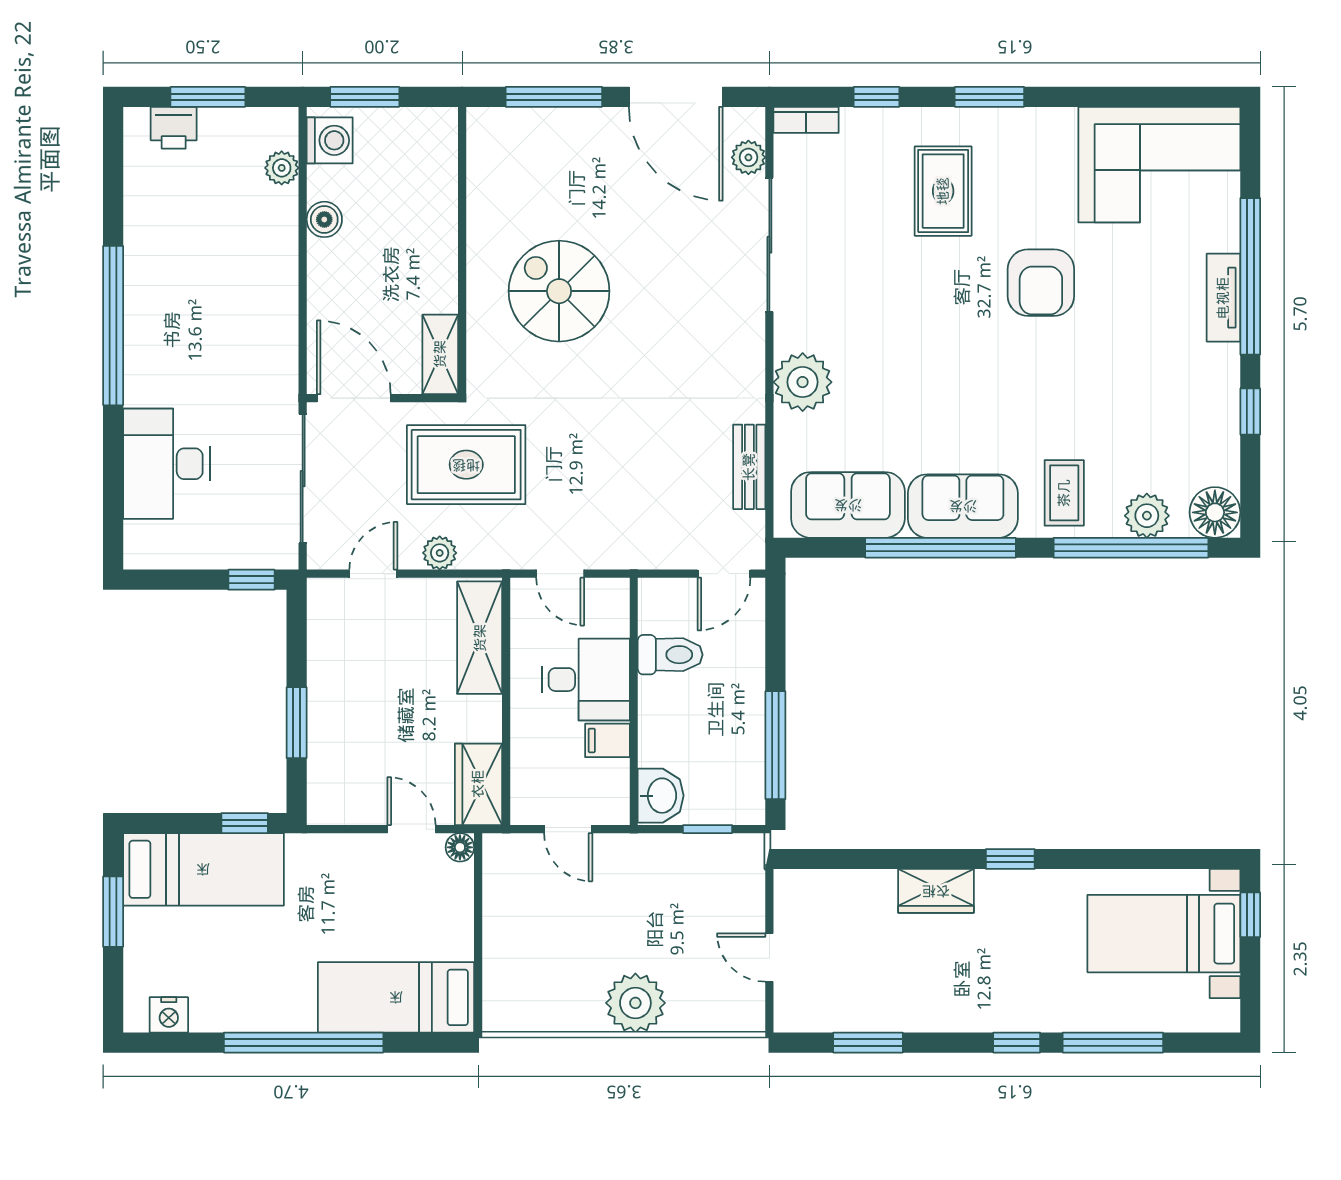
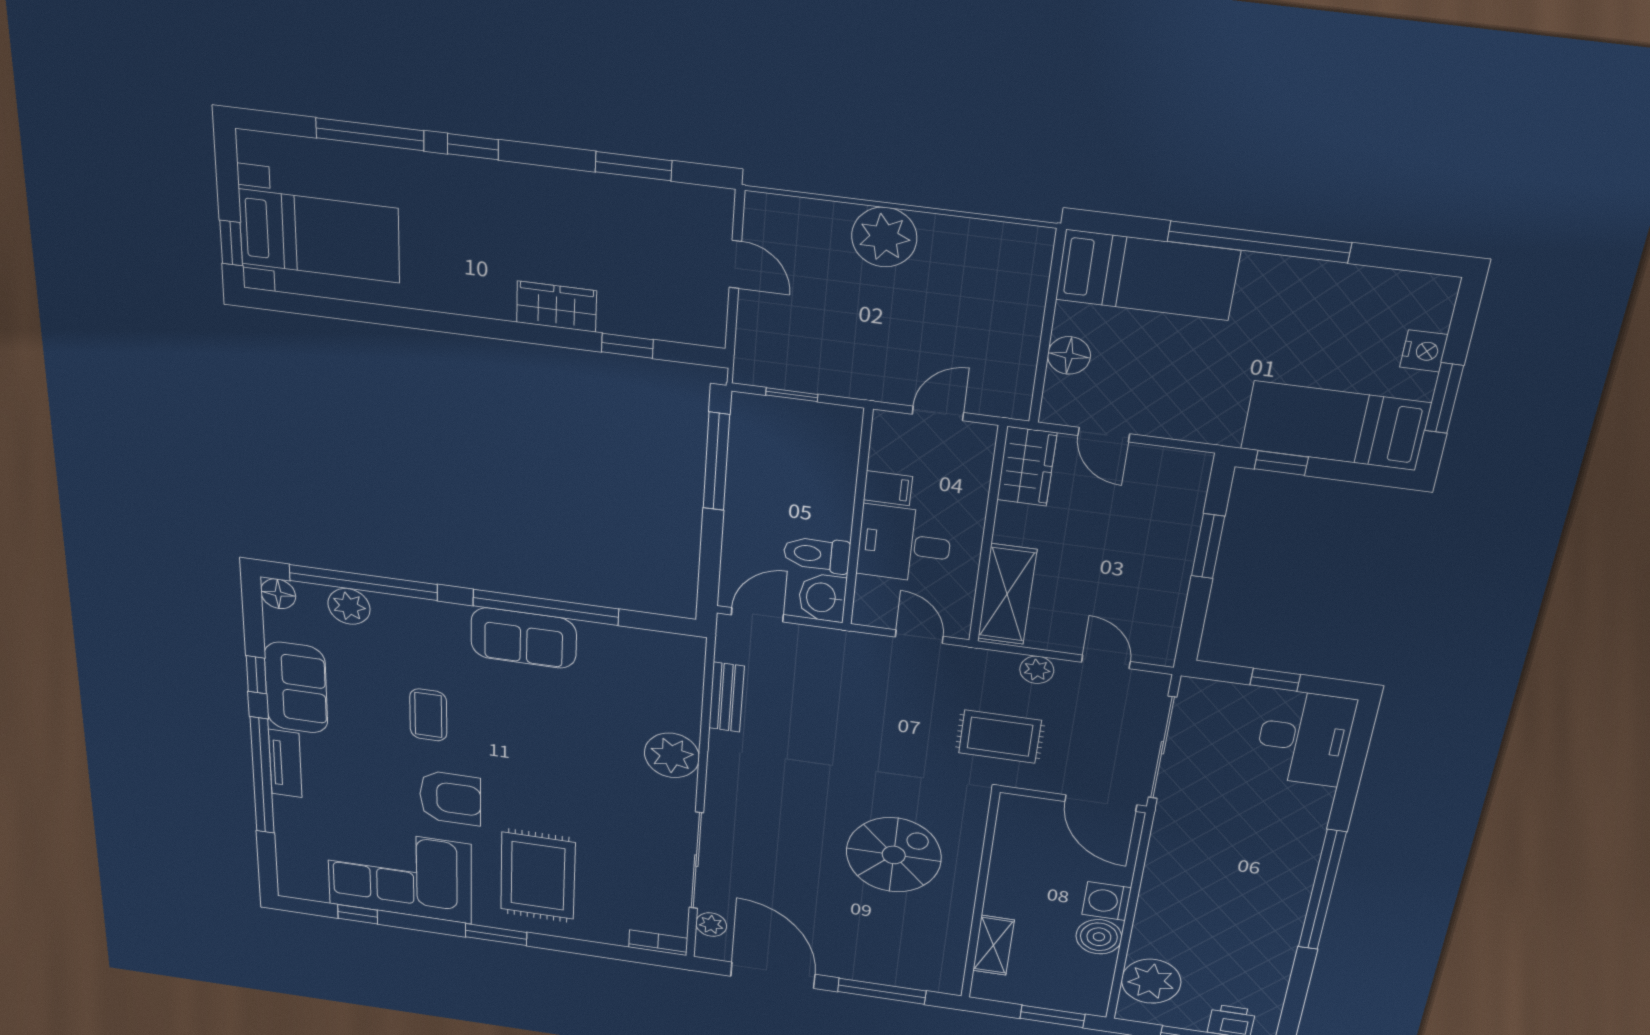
window: (876, 97) -> (358, 914), moved
washing machine: (330, 140) -> (1107, 901), moved
corner sofa: (1159, 165) -> (400, 874), moved
plant: (282, 168) -> (1151, 981), width x1.88, depth x1.88
rug: (943, 191) -> (538, 876), width x1.36, depth x1.43
boiler: (324, 219) -> (1099, 937), width x1.36, depth x1.36
armchair: (1041, 283) -> (450, 798), turned 90
spiral stairs: (559, 291) -> (894, 855), turned -90
shelving: (440, 354) -> (993, 945), moved
desk: (166, 464) -> (1304, 738), moved
rug: (466, 465) -> (1000, 737), width x0.73, depth x0.70
coffee table: (1064, 493) -> (428, 715), moved
sofa: (848, 505) -> (296, 688), moved, turned -90
floor lamp: (1215, 512) -> (278, 594), width x0.73, depth x0.73
door: (373, 574) -> (1106, 662), swing flipped
window: (251, 580) -> (1275, 680), moved
washbasin: (661, 796) -> (822, 598), moved
door: (568, 829) -> (938, 413), hinge flipped
floor lamp: (460, 847) -> (1069, 355), moved, width x1.37, depth x1.37
window: (1010, 859) -> (627, 346), moved
nightstand: (169, 1015) -> (1424, 351), moved, turned 90

